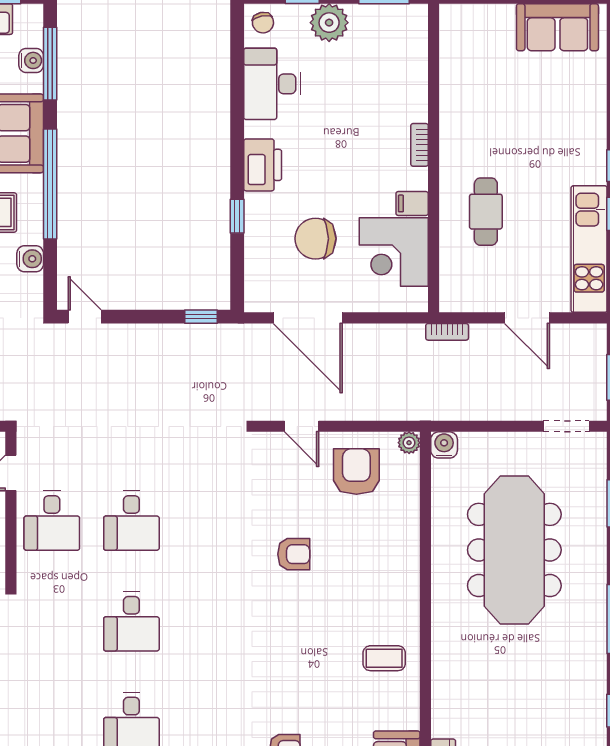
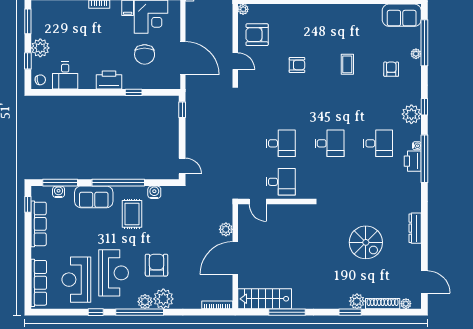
desk: (272, 84) -> (65, 75), width x0.73
door: (85, 317) -> (182, 166), swing flipped
door: (308, 318) -> (183, 58), hinge flipped
door: (302, 426) -> (235, 61), hinge flipped
armchair: (294, 554) -> (297, 65), turned 90
coffee table: (384, 658) -> (347, 64), moved

